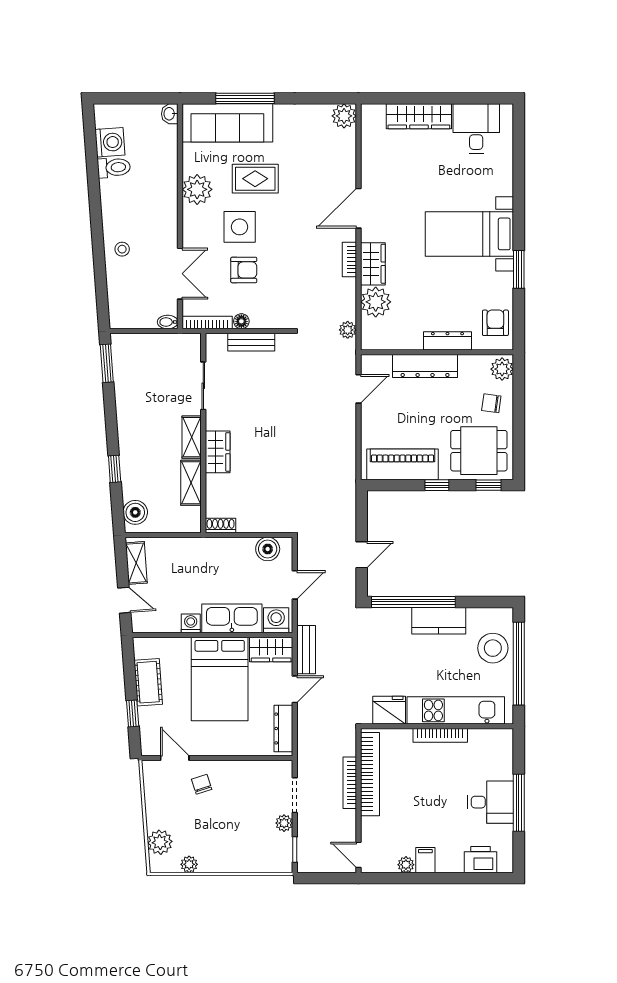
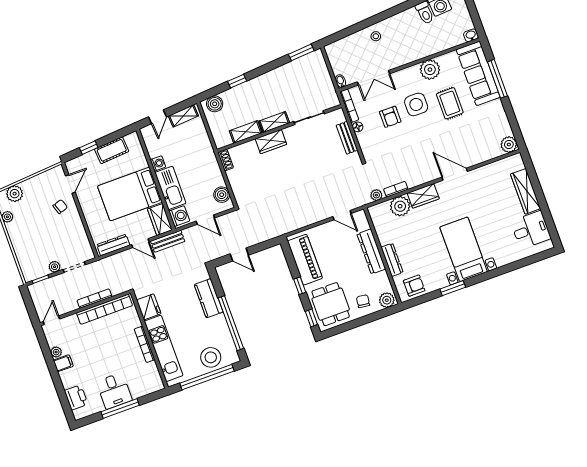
bookcase: (349, 260) -> (396, 189), moved
window: (413, 602) -> (231, 323), moved
kitchen counter: (439, 621) -> (209, 298), moved

